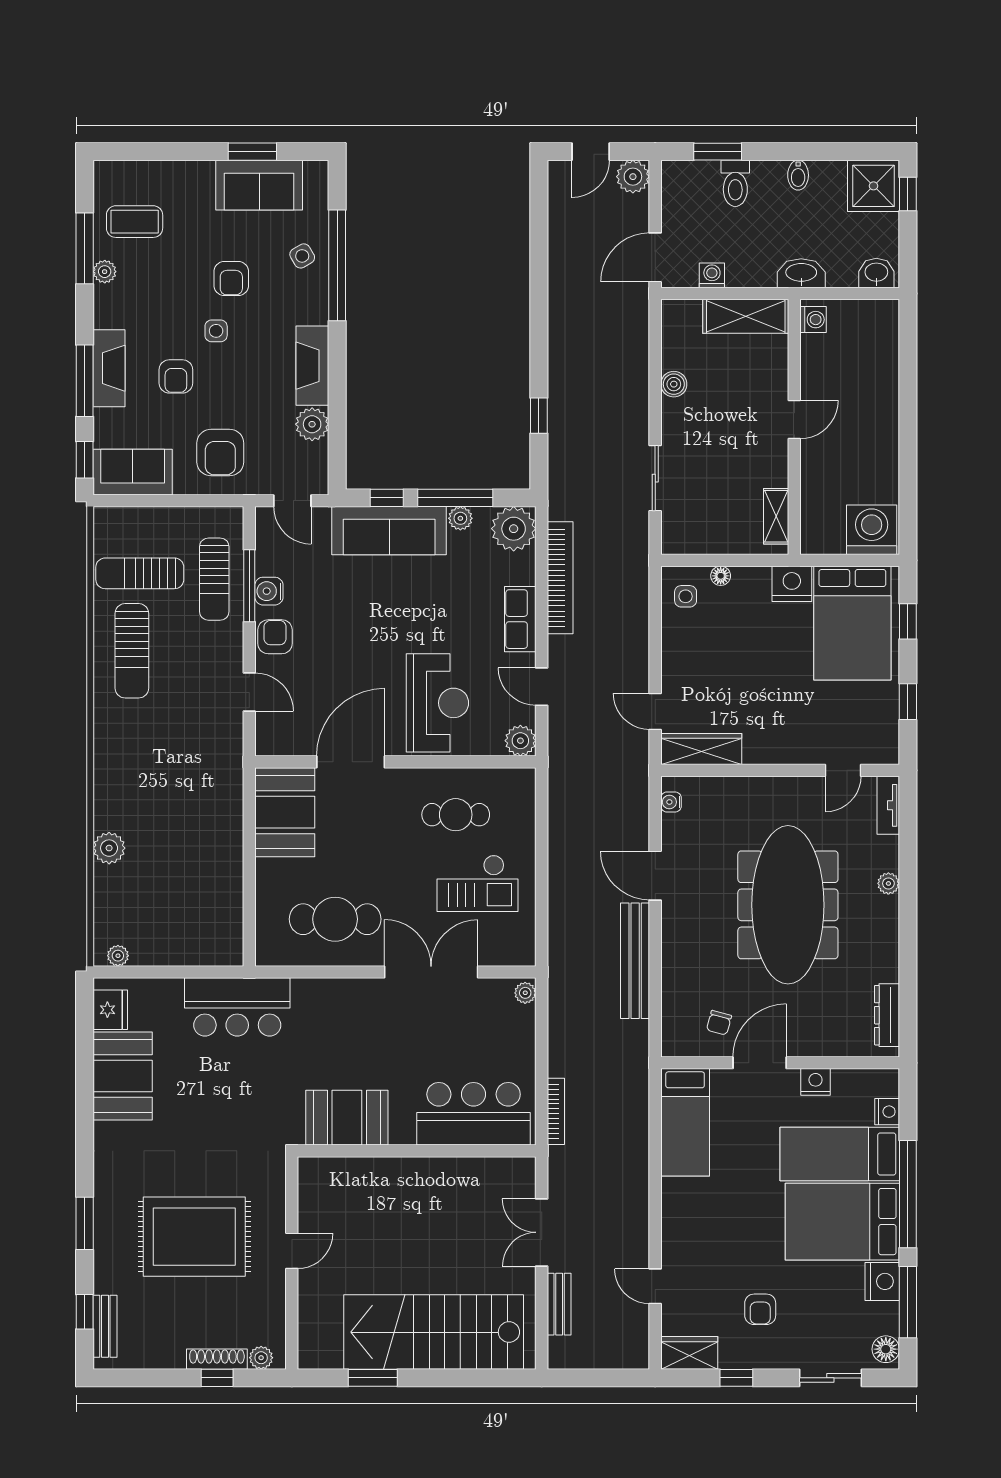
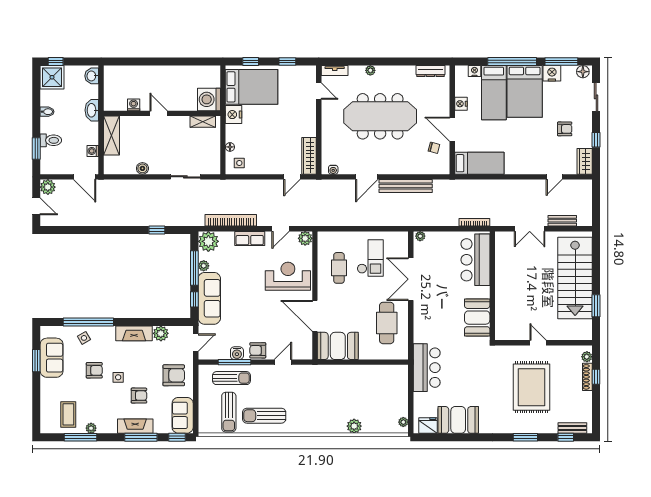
washing machine: (813, 320) -> (134, 105), moved
washing machine: (872, 530) -> (209, 99), moved
sun lounger: (132, 651) -> (264, 416), turned 180

